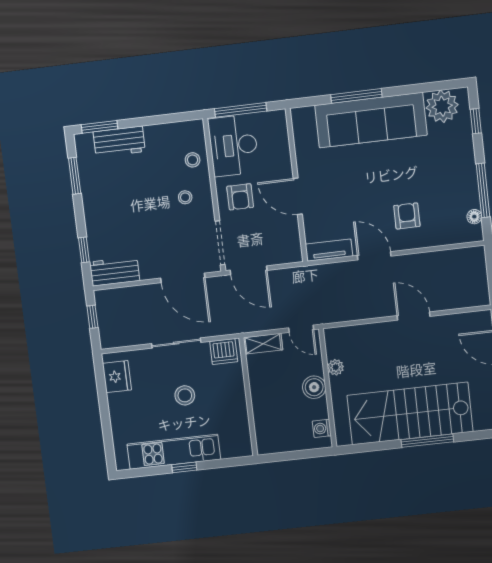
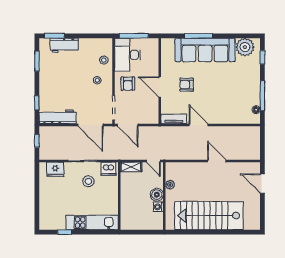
armchair: (407, 216) -> (187, 85), moved, turned -90
workbench: (115, 271) -> (58, 117), width x1.38
fridge: (117, 377) -> (55, 169), moved, turned 90
stool: (185, 395) -> (88, 181), moved
washing machine: (322, 428) -> (158, 207), moved
window: (427, 441) -> (217, 232), removed
kitchen unit: (174, 452) -> (92, 222), moved
window: (184, 467) -> (65, 232), moved

